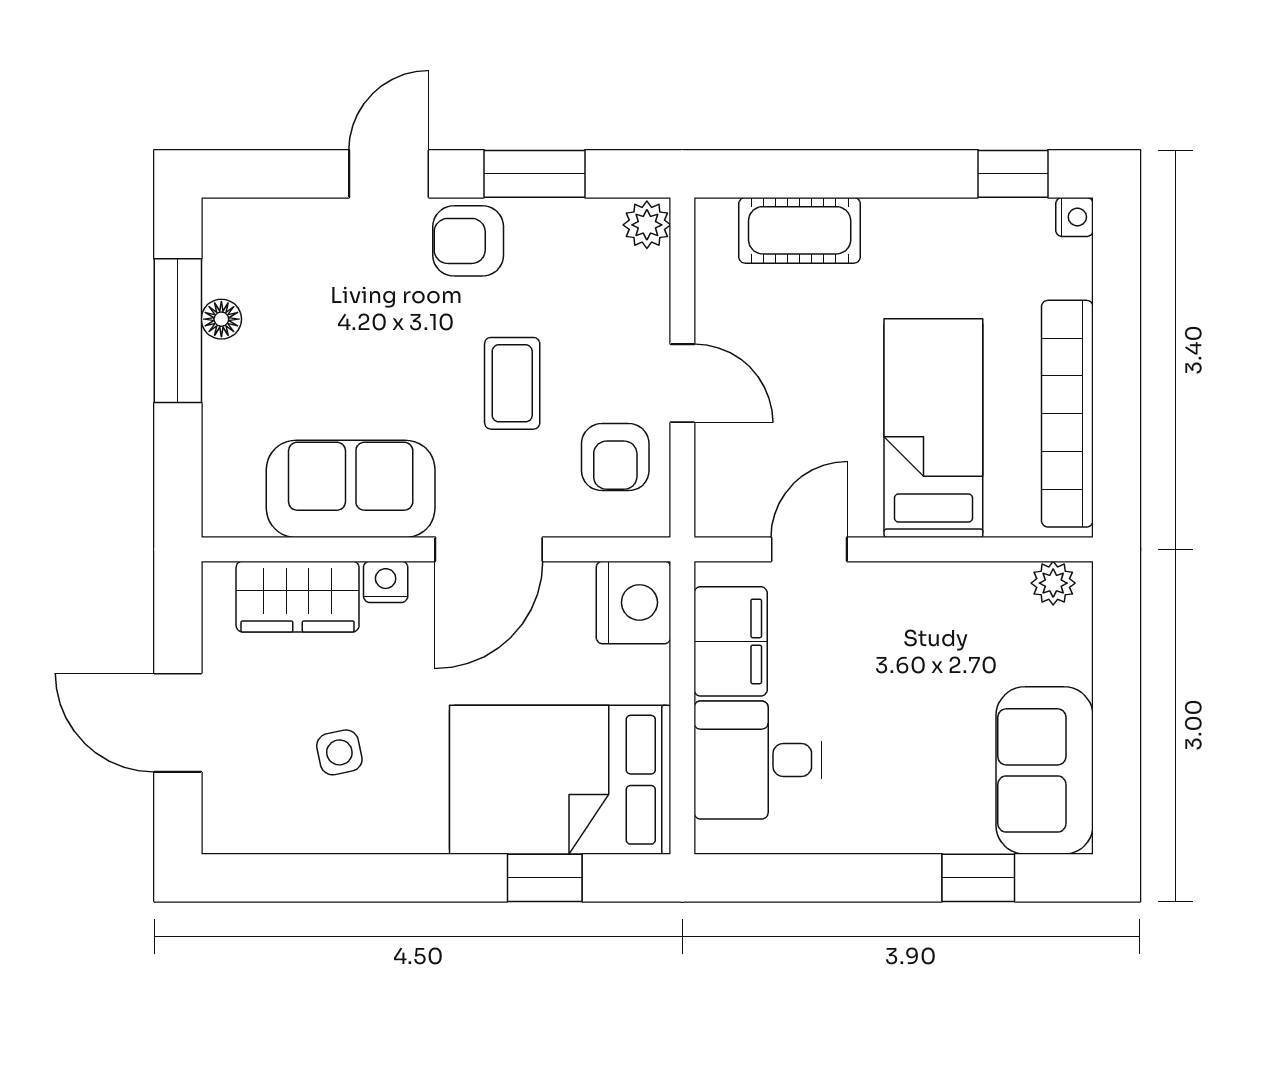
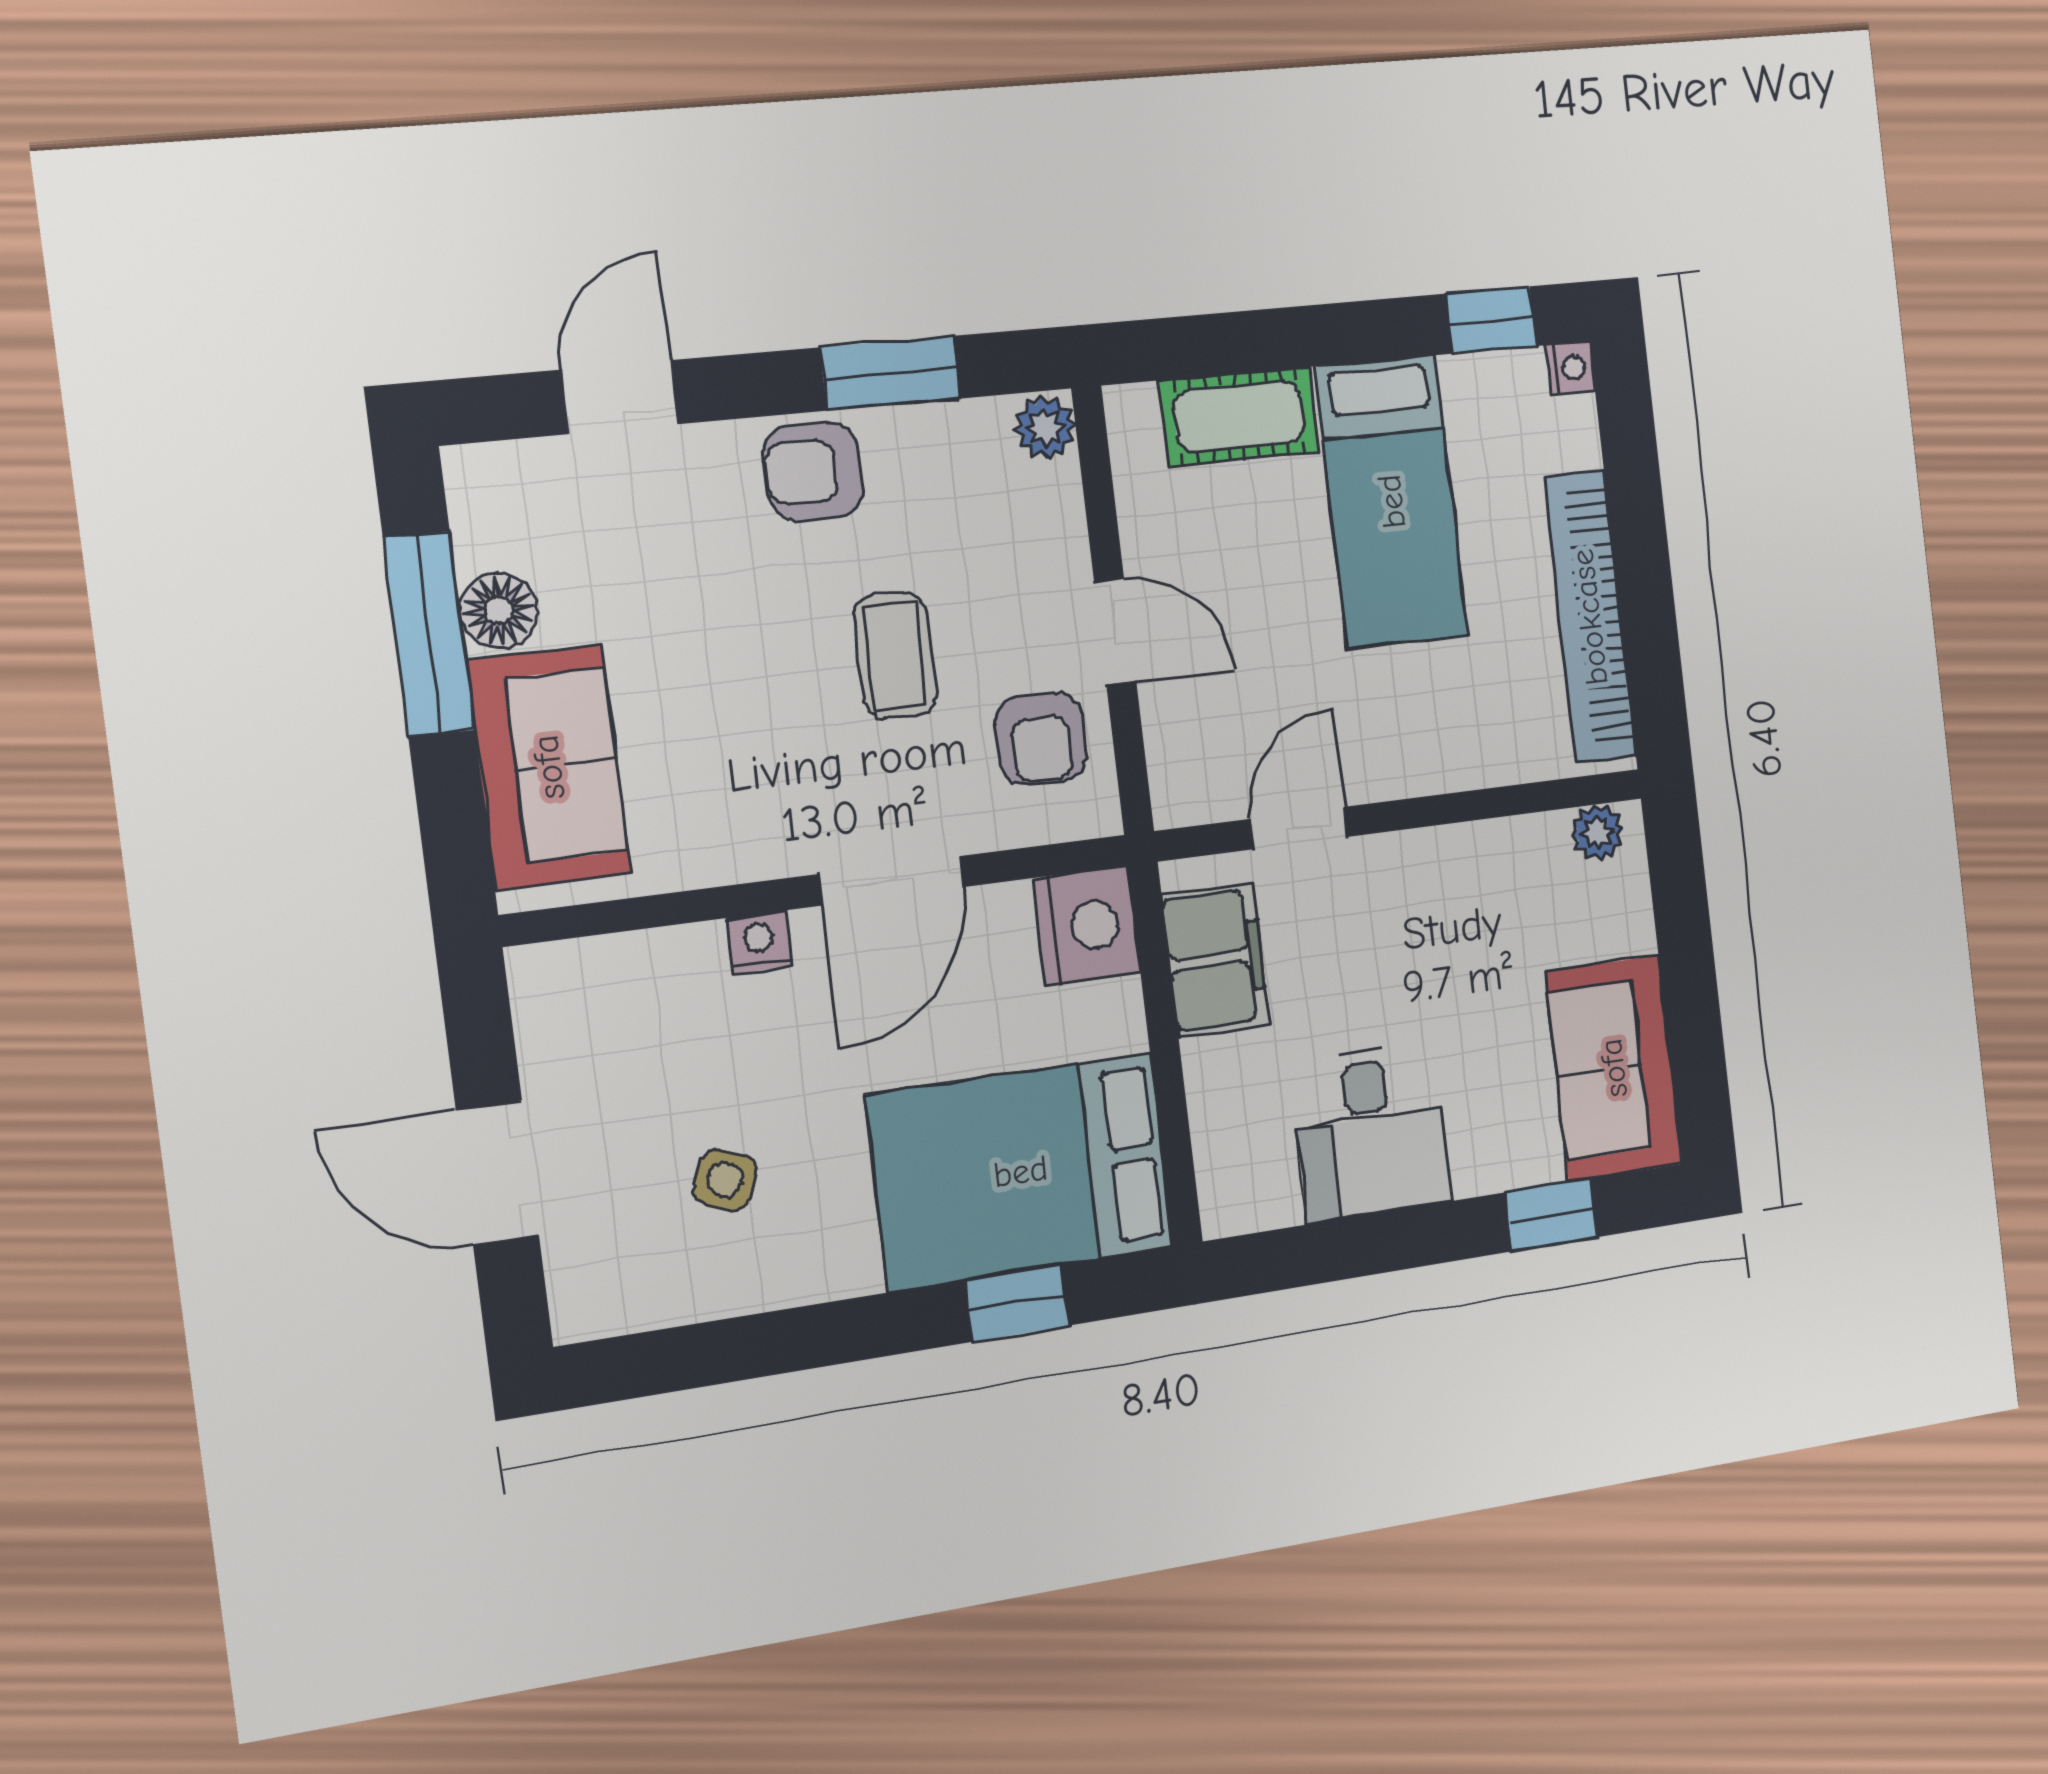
door: (389, 174) -> (620, 397), moved
floor lamp: (221, 319) -> (499, 611), width x1.37, depth x1.37
bed: (933, 428) -> (1392, 501), moved, turned 180
sofa: (351, 489) -> (549, 767), moved, turned 90
wardrobe: (298, 597) -> (642, 978), removed
side table: (339, 752) -> (725, 1180), turned 34
desk: (758, 760) -> (1370, 1132), moved, turned -90

